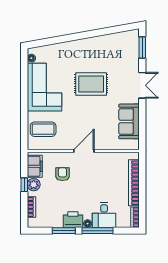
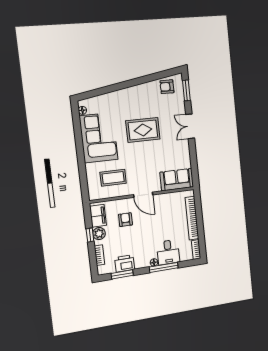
armchair: (122, 42) -> (167, 87), added
double door: (142, 85) -> (190, 126), swing flipped
sofa: (129, 121) -> (177, 180), moved, turned 90
coffee table: (43, 129) -> (113, 178), moved
door: (84, 151) -> (143, 195), swing flipped
printer: (73, 220) -> (125, 263), moved
window: (64, 231) -> (122, 274), moved

